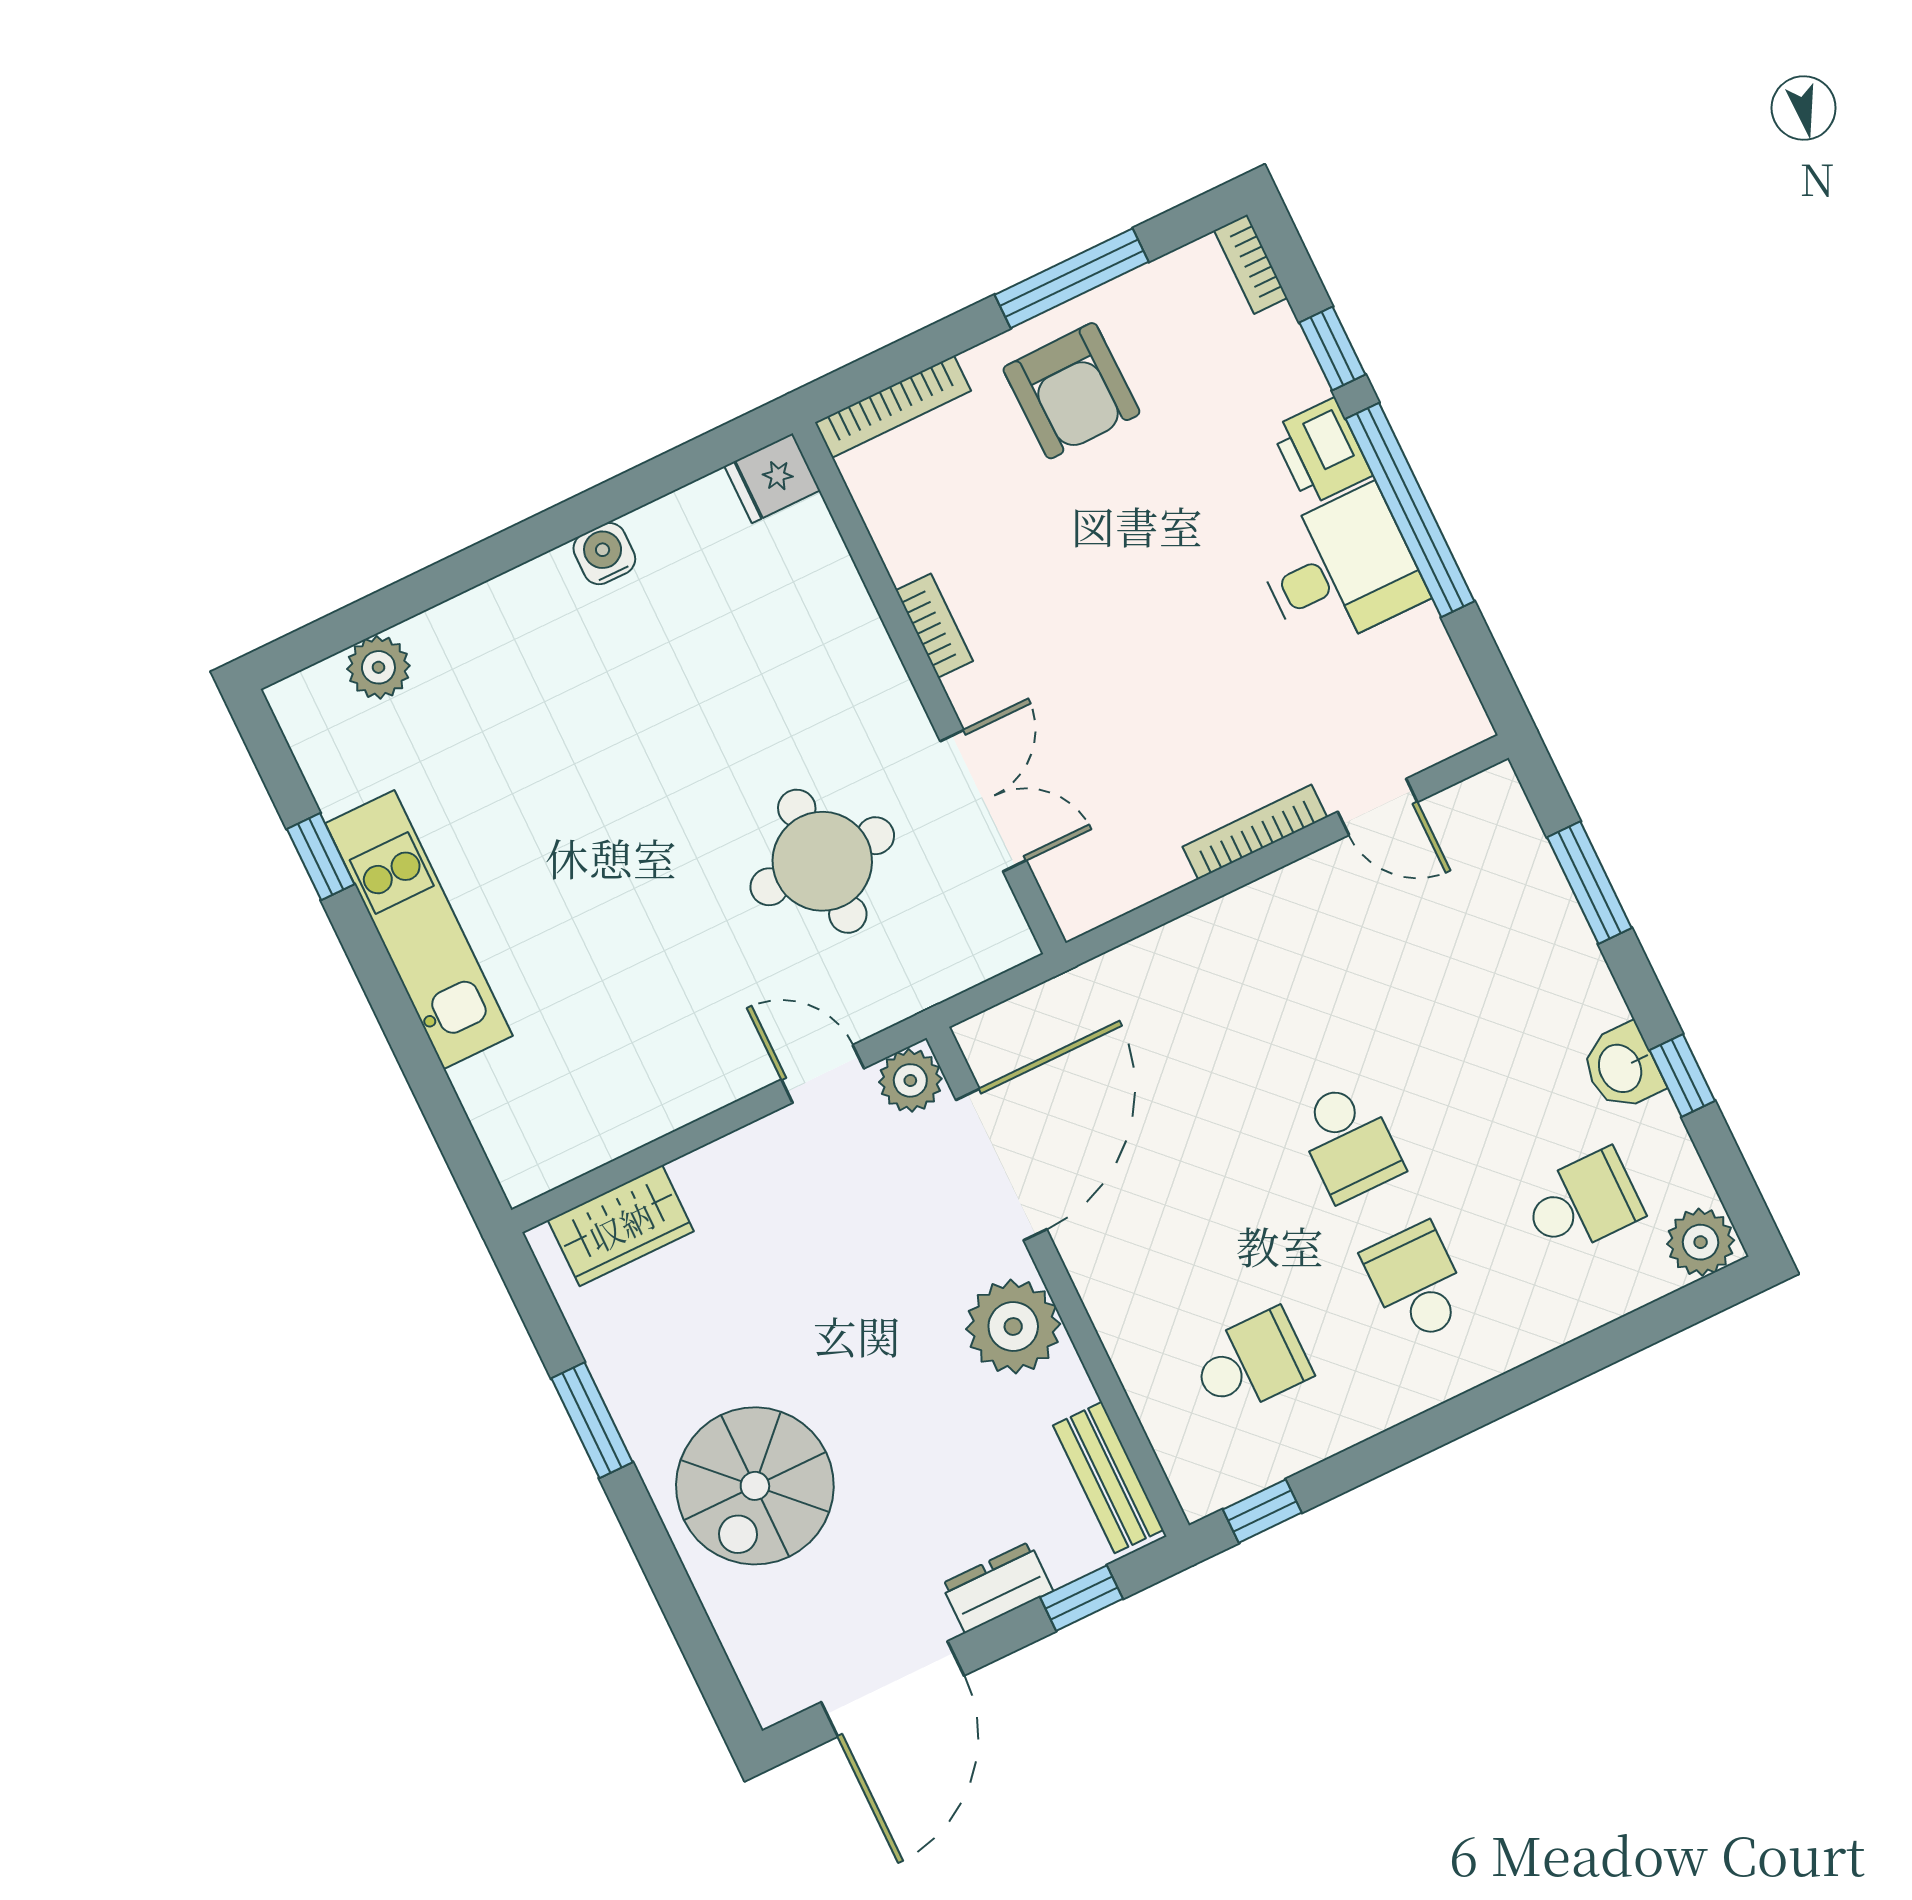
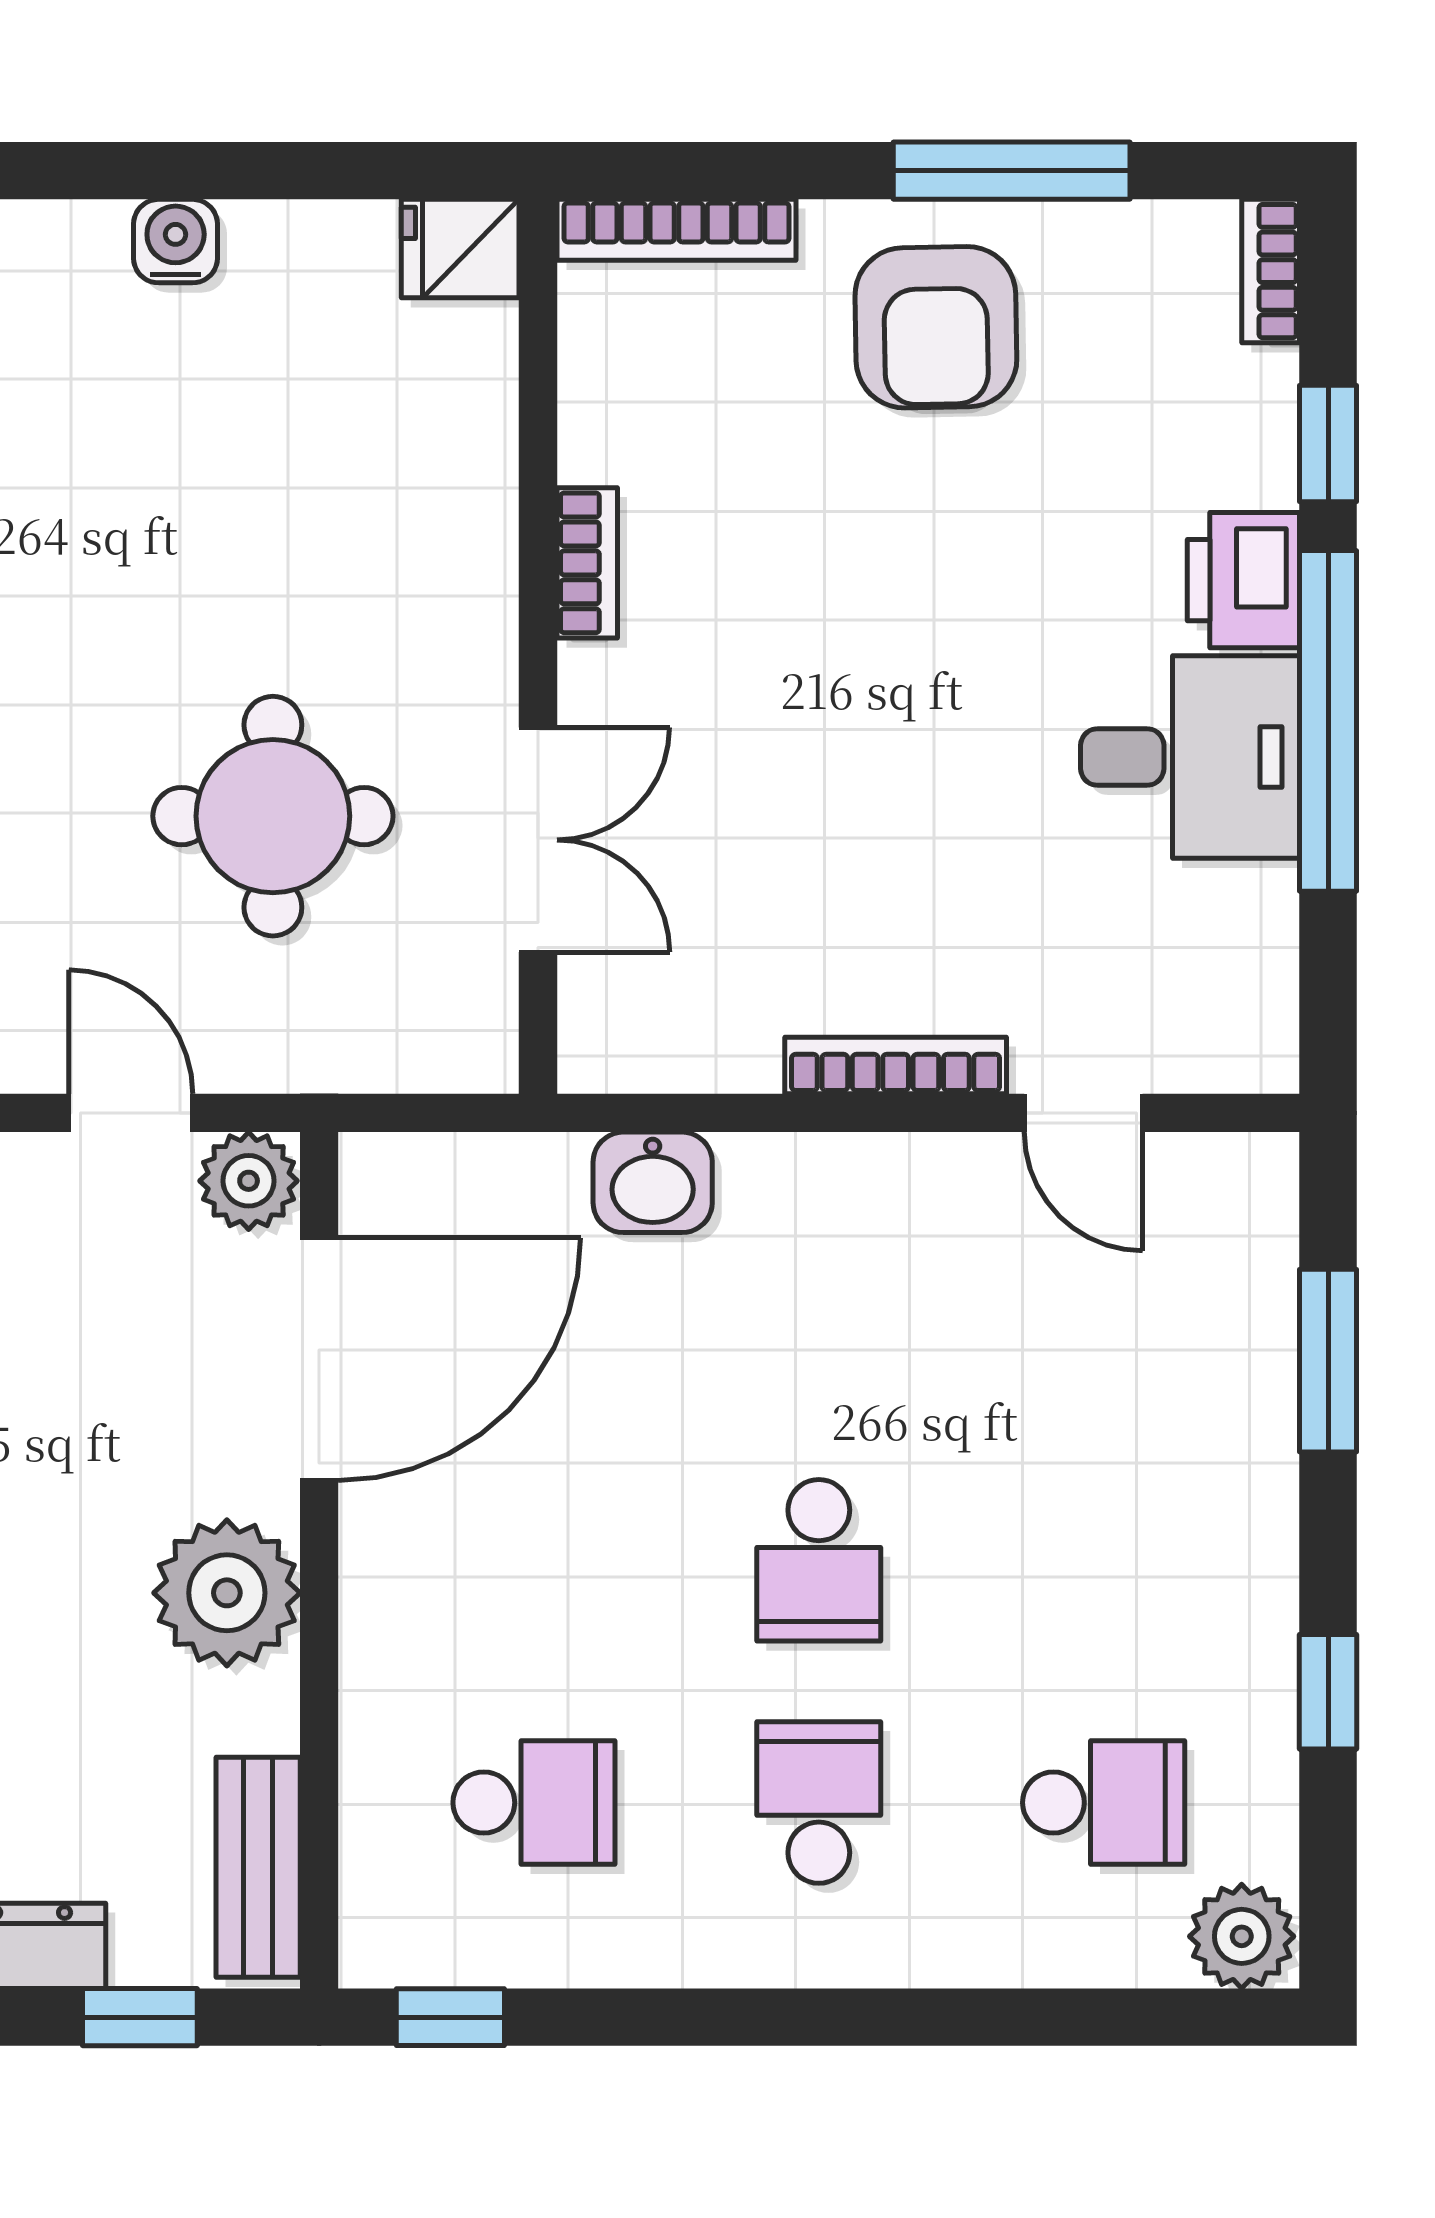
washbasin: (1622, 1068) -> (653, 1182), moved, turned -90

